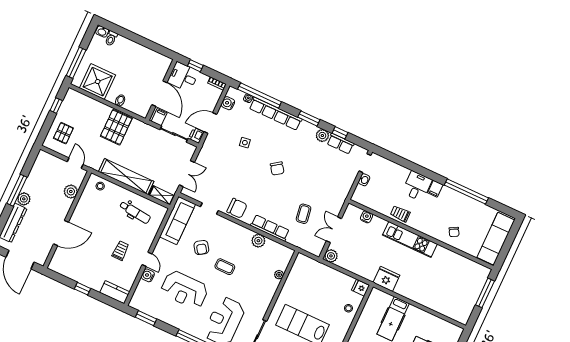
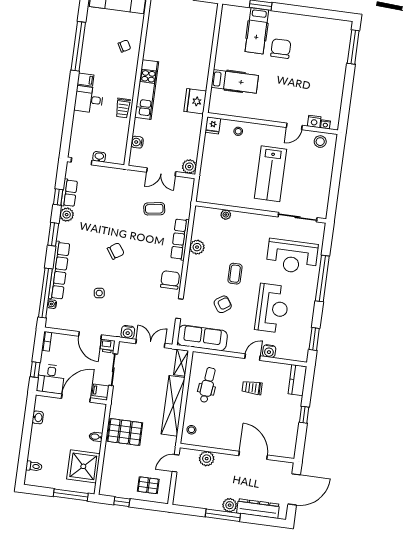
washbasin: (102, 31) -> (38, 417), moved
water cooler: (228, 103) -> (128, 332), moved

